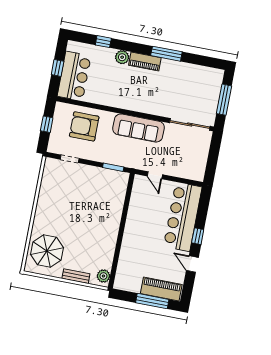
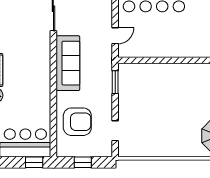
window: (58, 68) -> (34, 162), moved
armchair: (84, 126) -> (77, 122), turned -90

